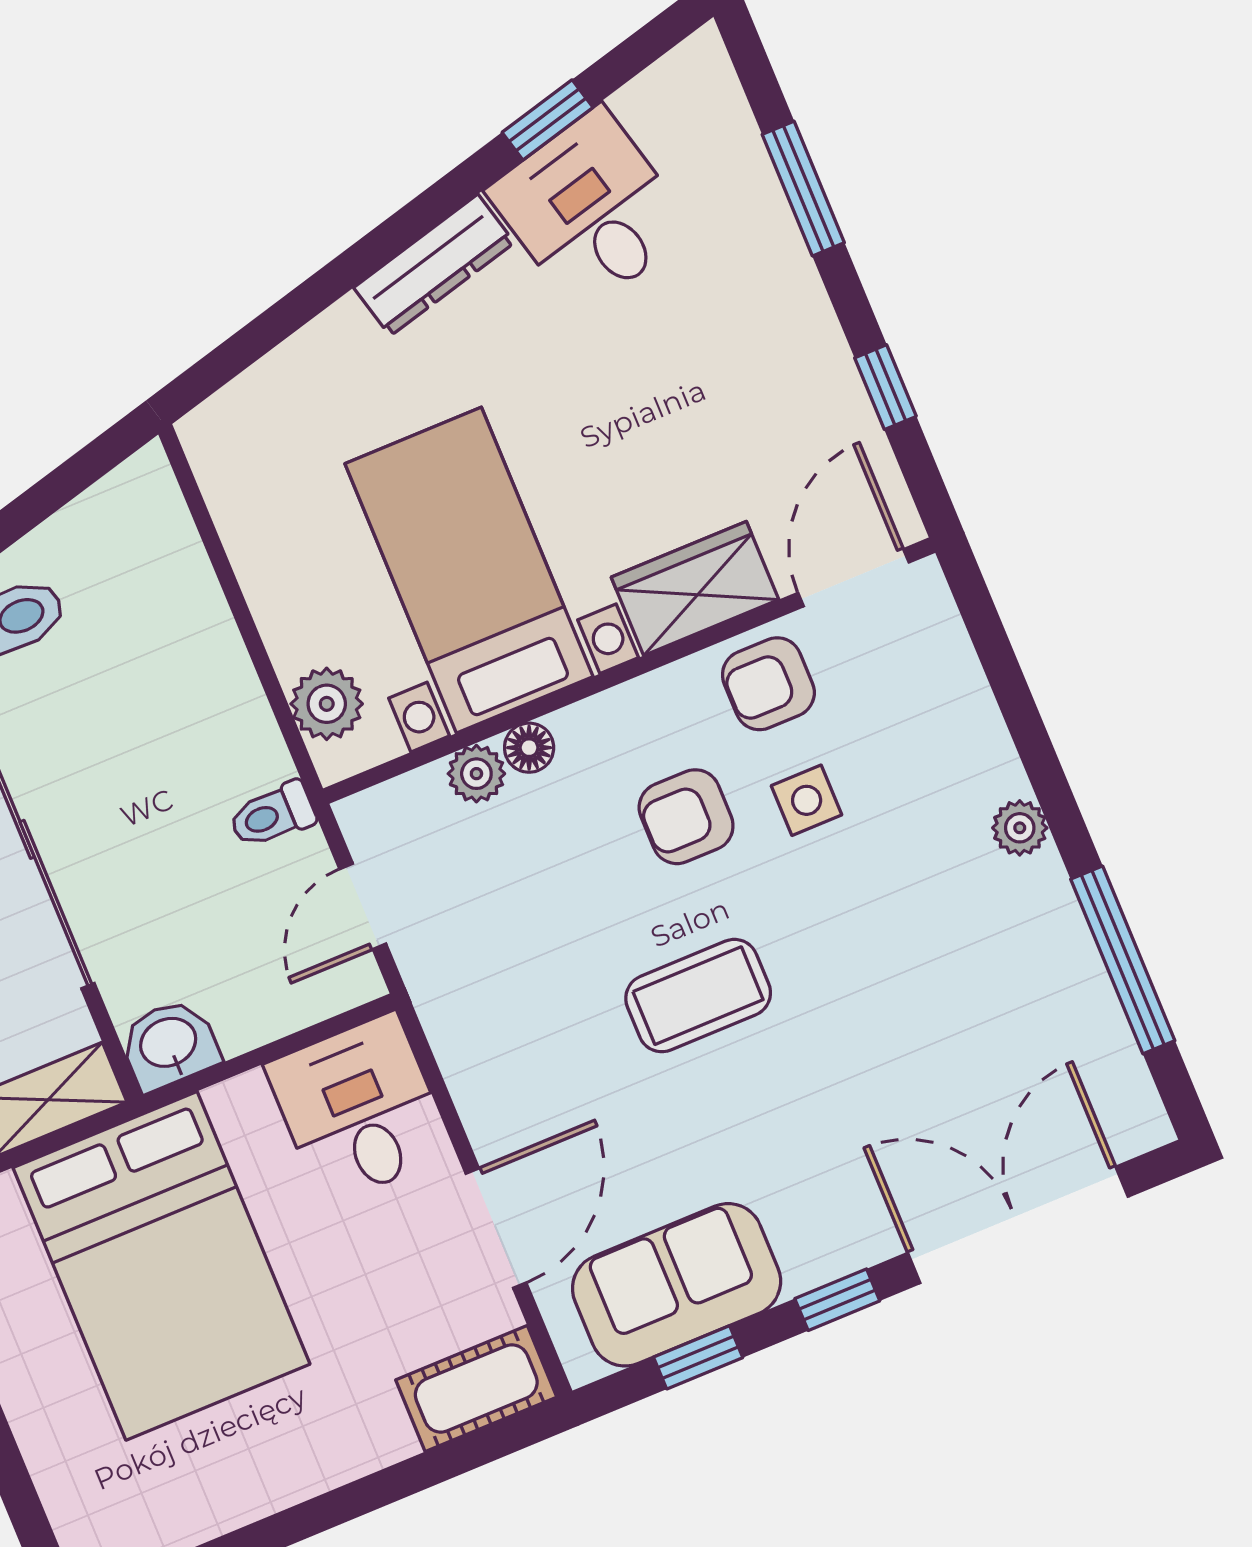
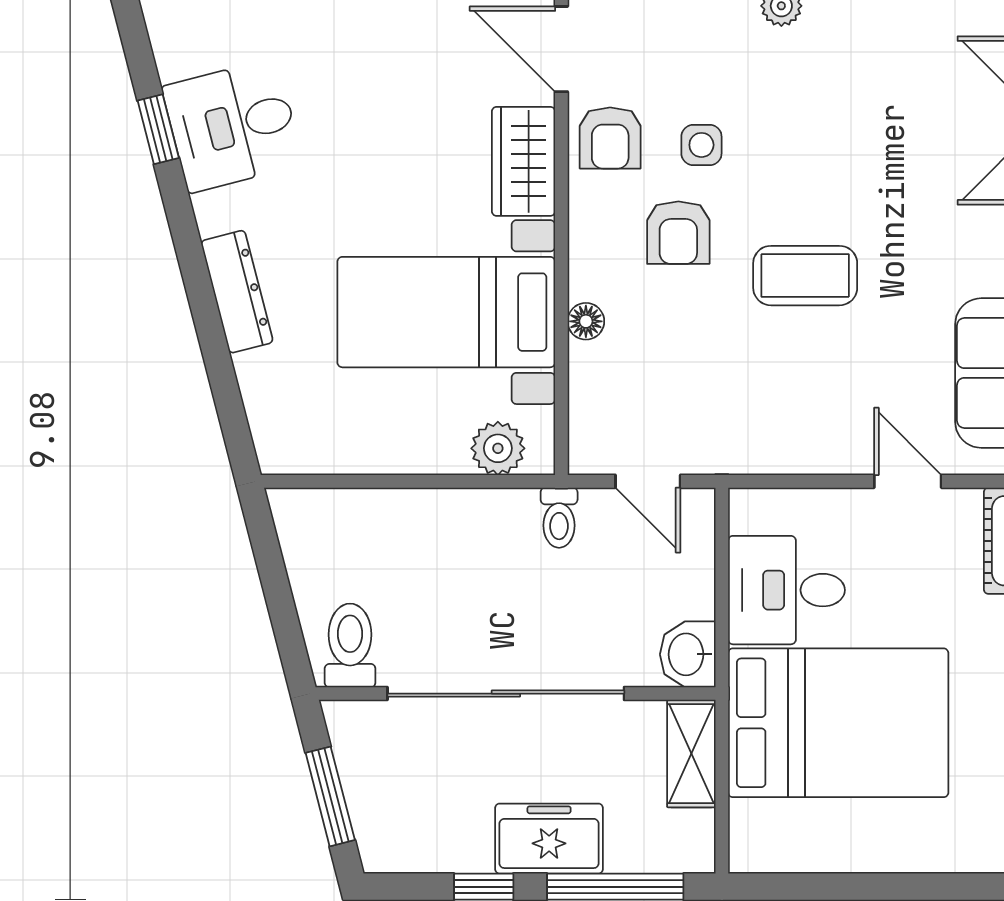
dresser: (434, 265) -> (237, 292), moved
plant: (476, 774) -> (589, 365), removed
coffee table: (698, 996) -> (805, 276), turned 90
desk: (359, 1109) -> (786, 590), moved
door: (496, 1228) -> (908, 481), width x0.73

